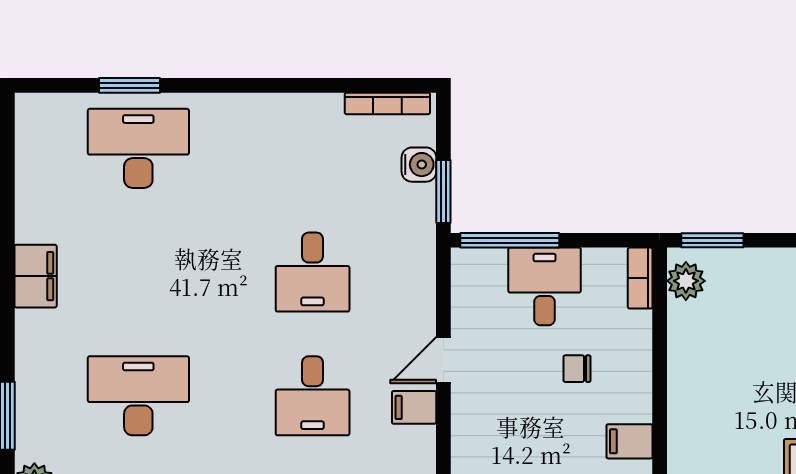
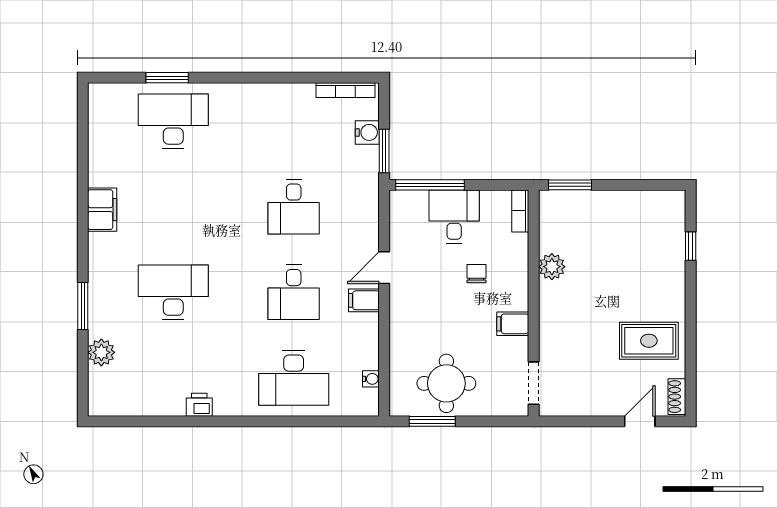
plant: (686, 281) -> (552, 267), moved
chair: (577, 369) -> (476, 274), turned 90

